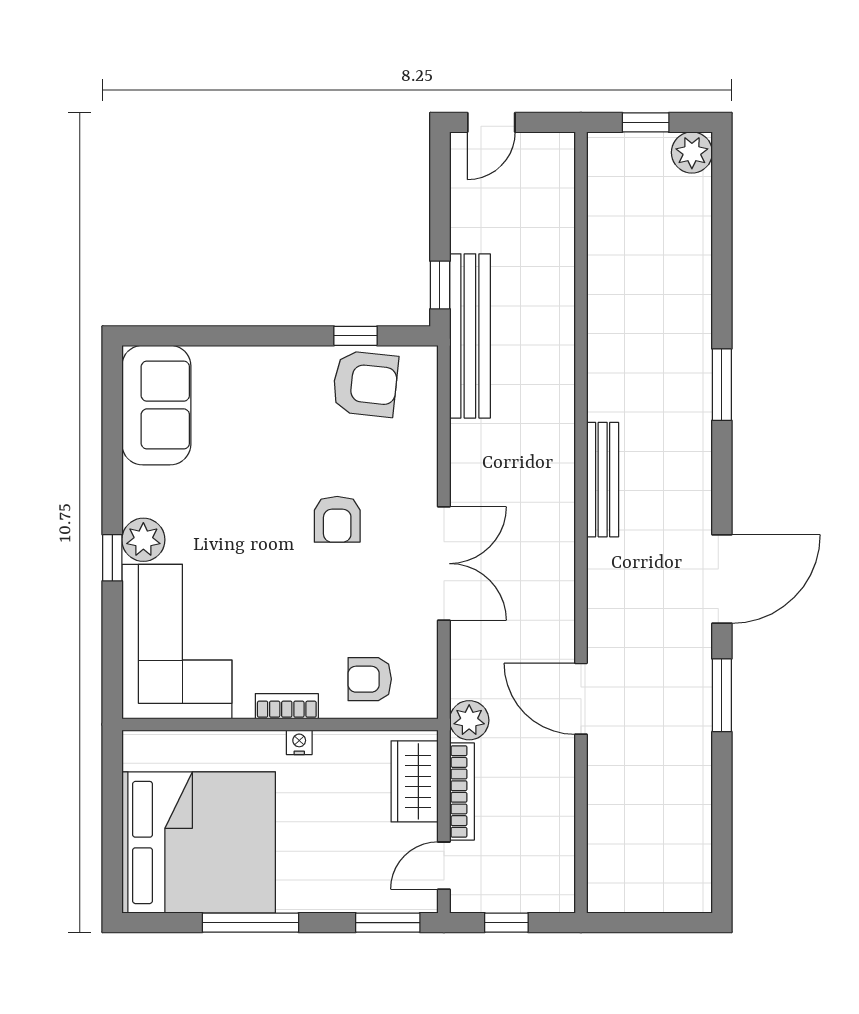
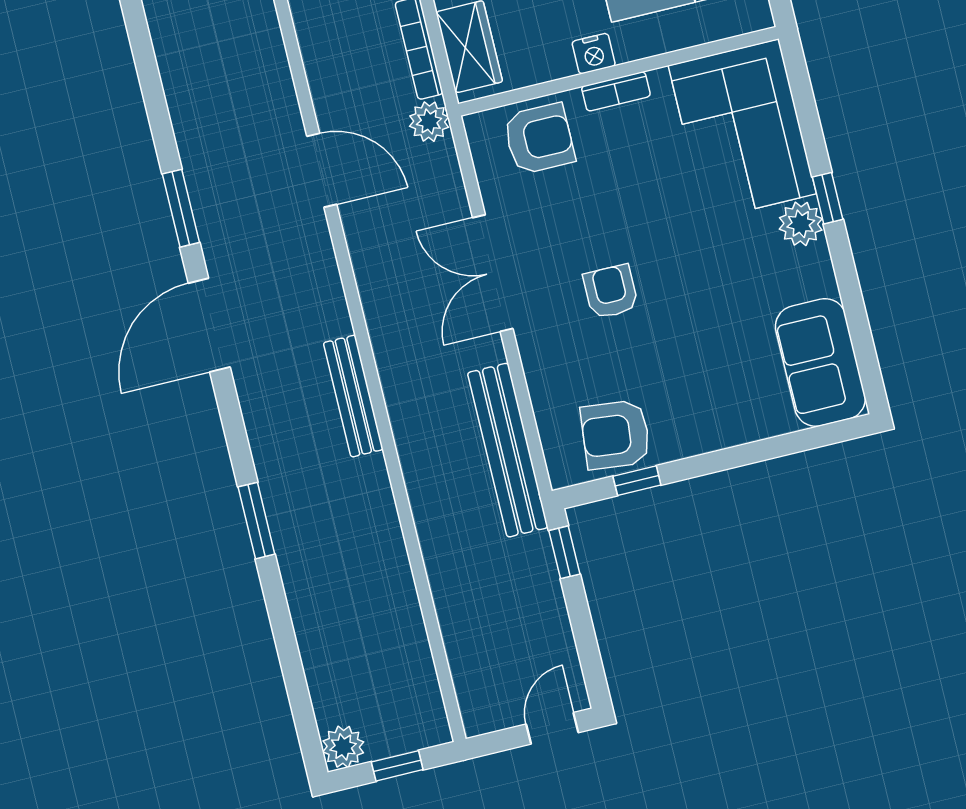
bench: (470, 336) -> (508, 450), moved
armchair: (370, 679) -> (539, 139), width x1.38, depth x1.38
nightstand: (299, 742) -> (594, 54), width x1.39, depth x1.35

